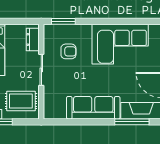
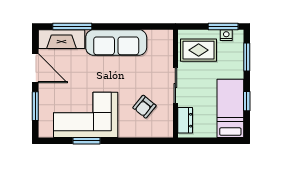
window: (63, 21) -> (86, 141), moved
armchair: (68, 51) -> (144, 107), turned -51

